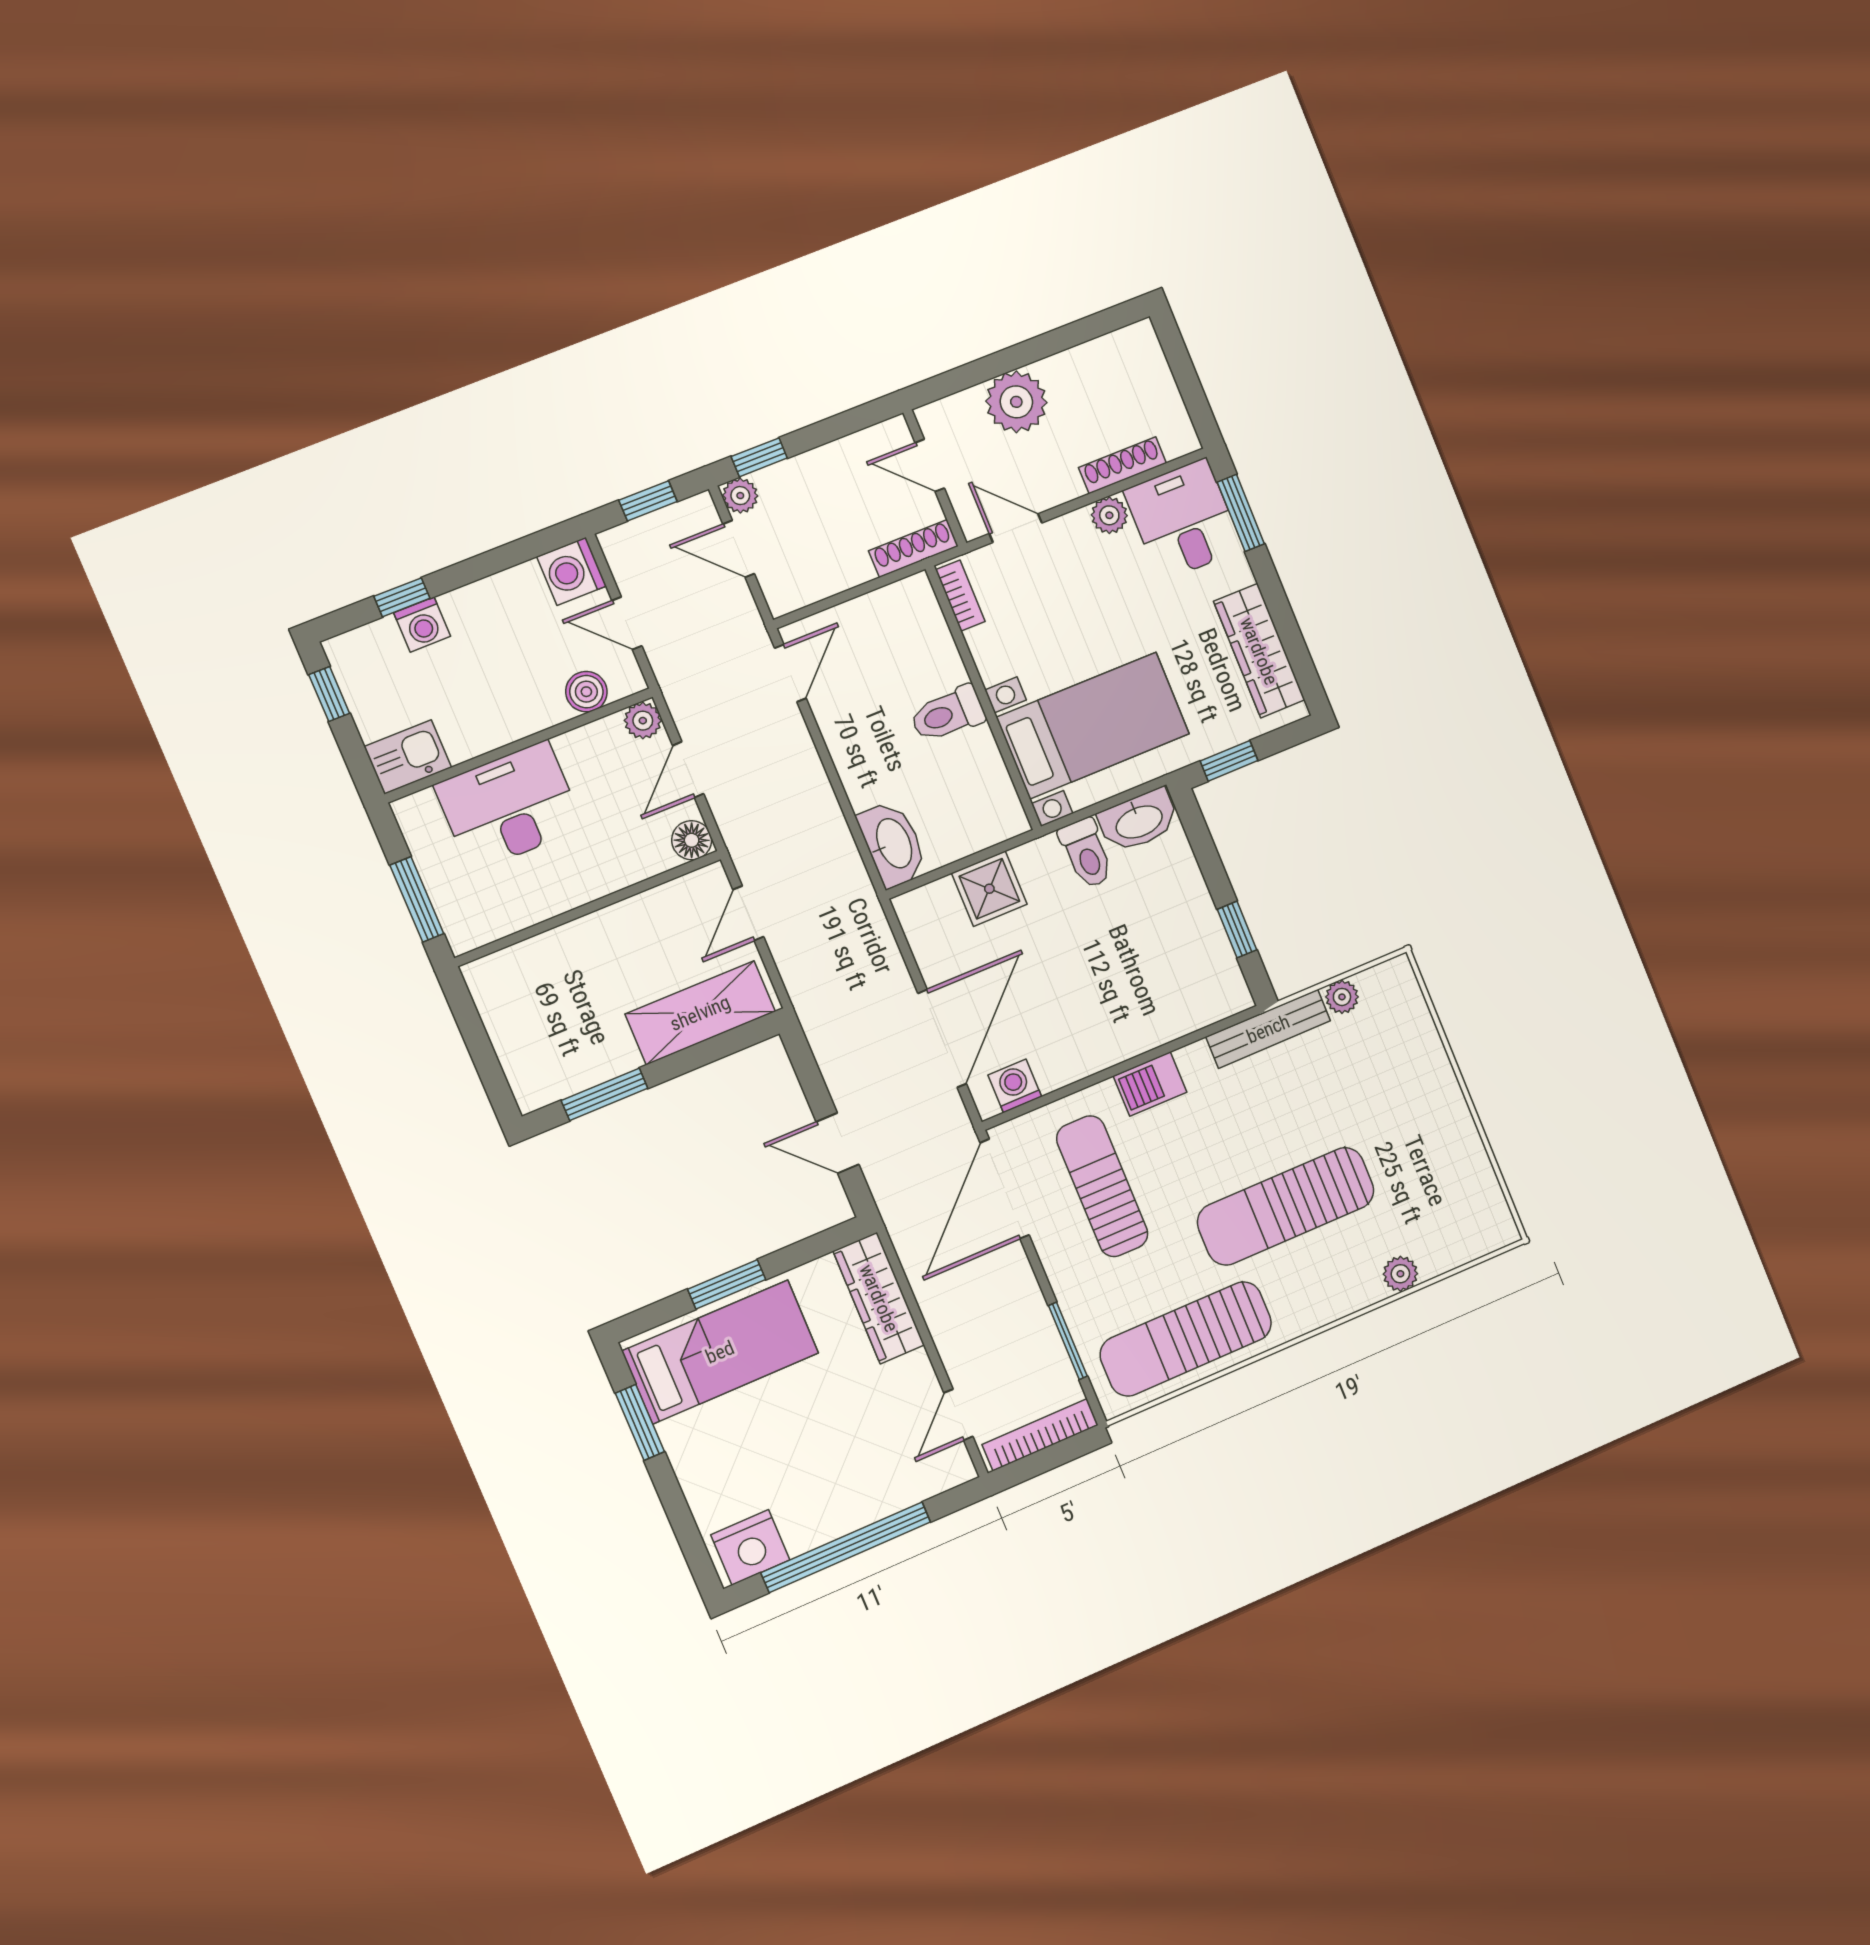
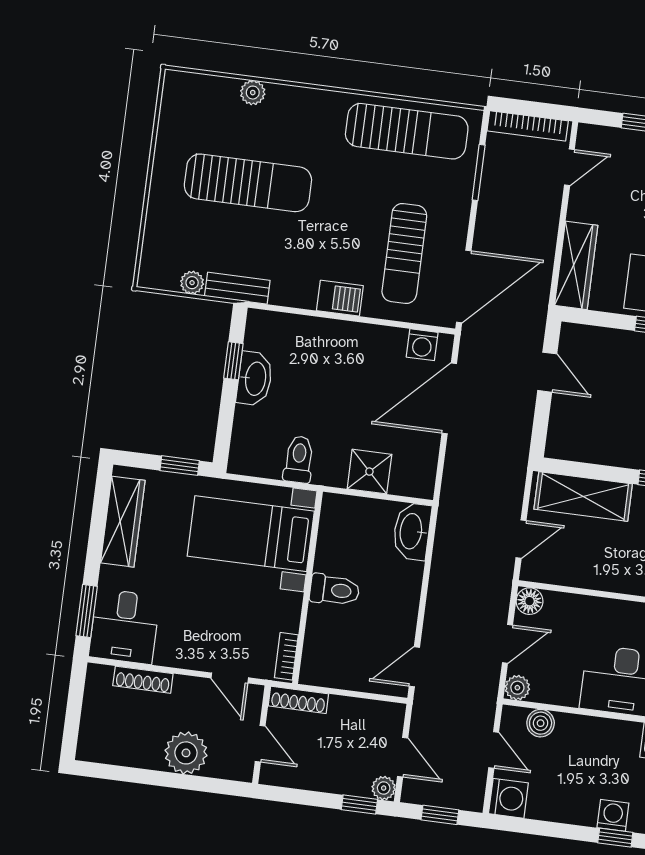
plant: (1109, 515) -> (168, 654), removed
washbasin: (1139, 821) -> (255, 379), moved, turned 90
bench: (1268, 1029) -> (237, 288), width x0.73
sun lounger: (1286, 1206) -> (248, 183), moved

